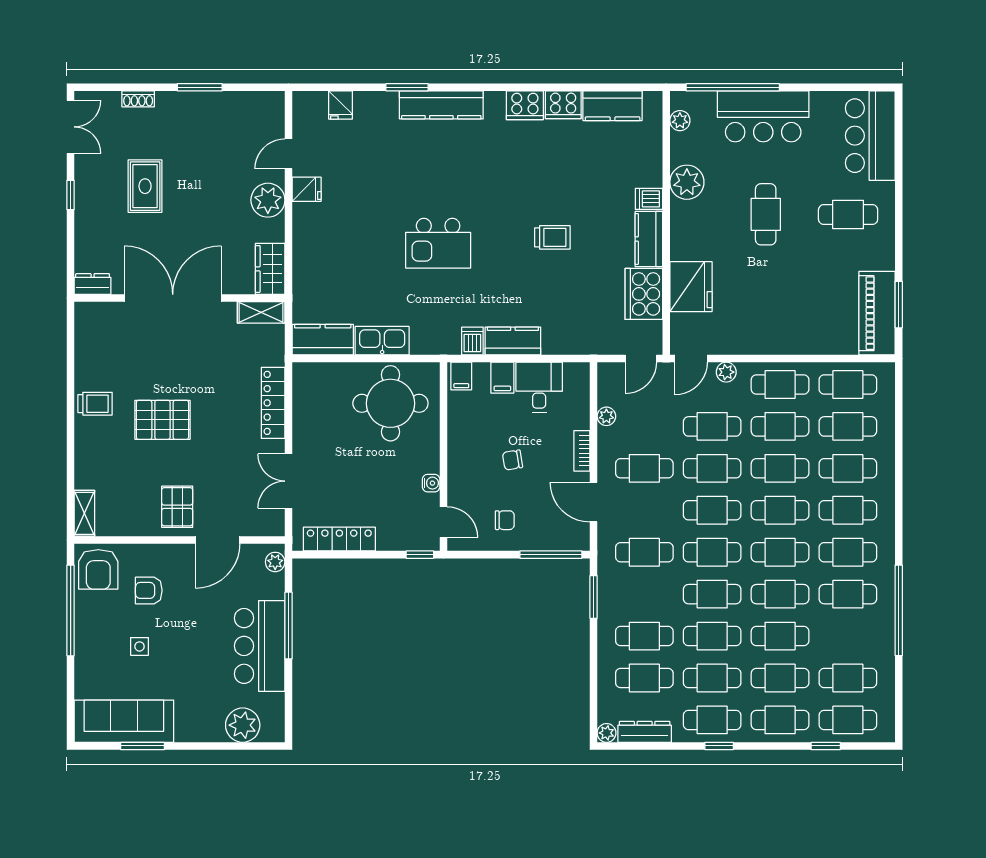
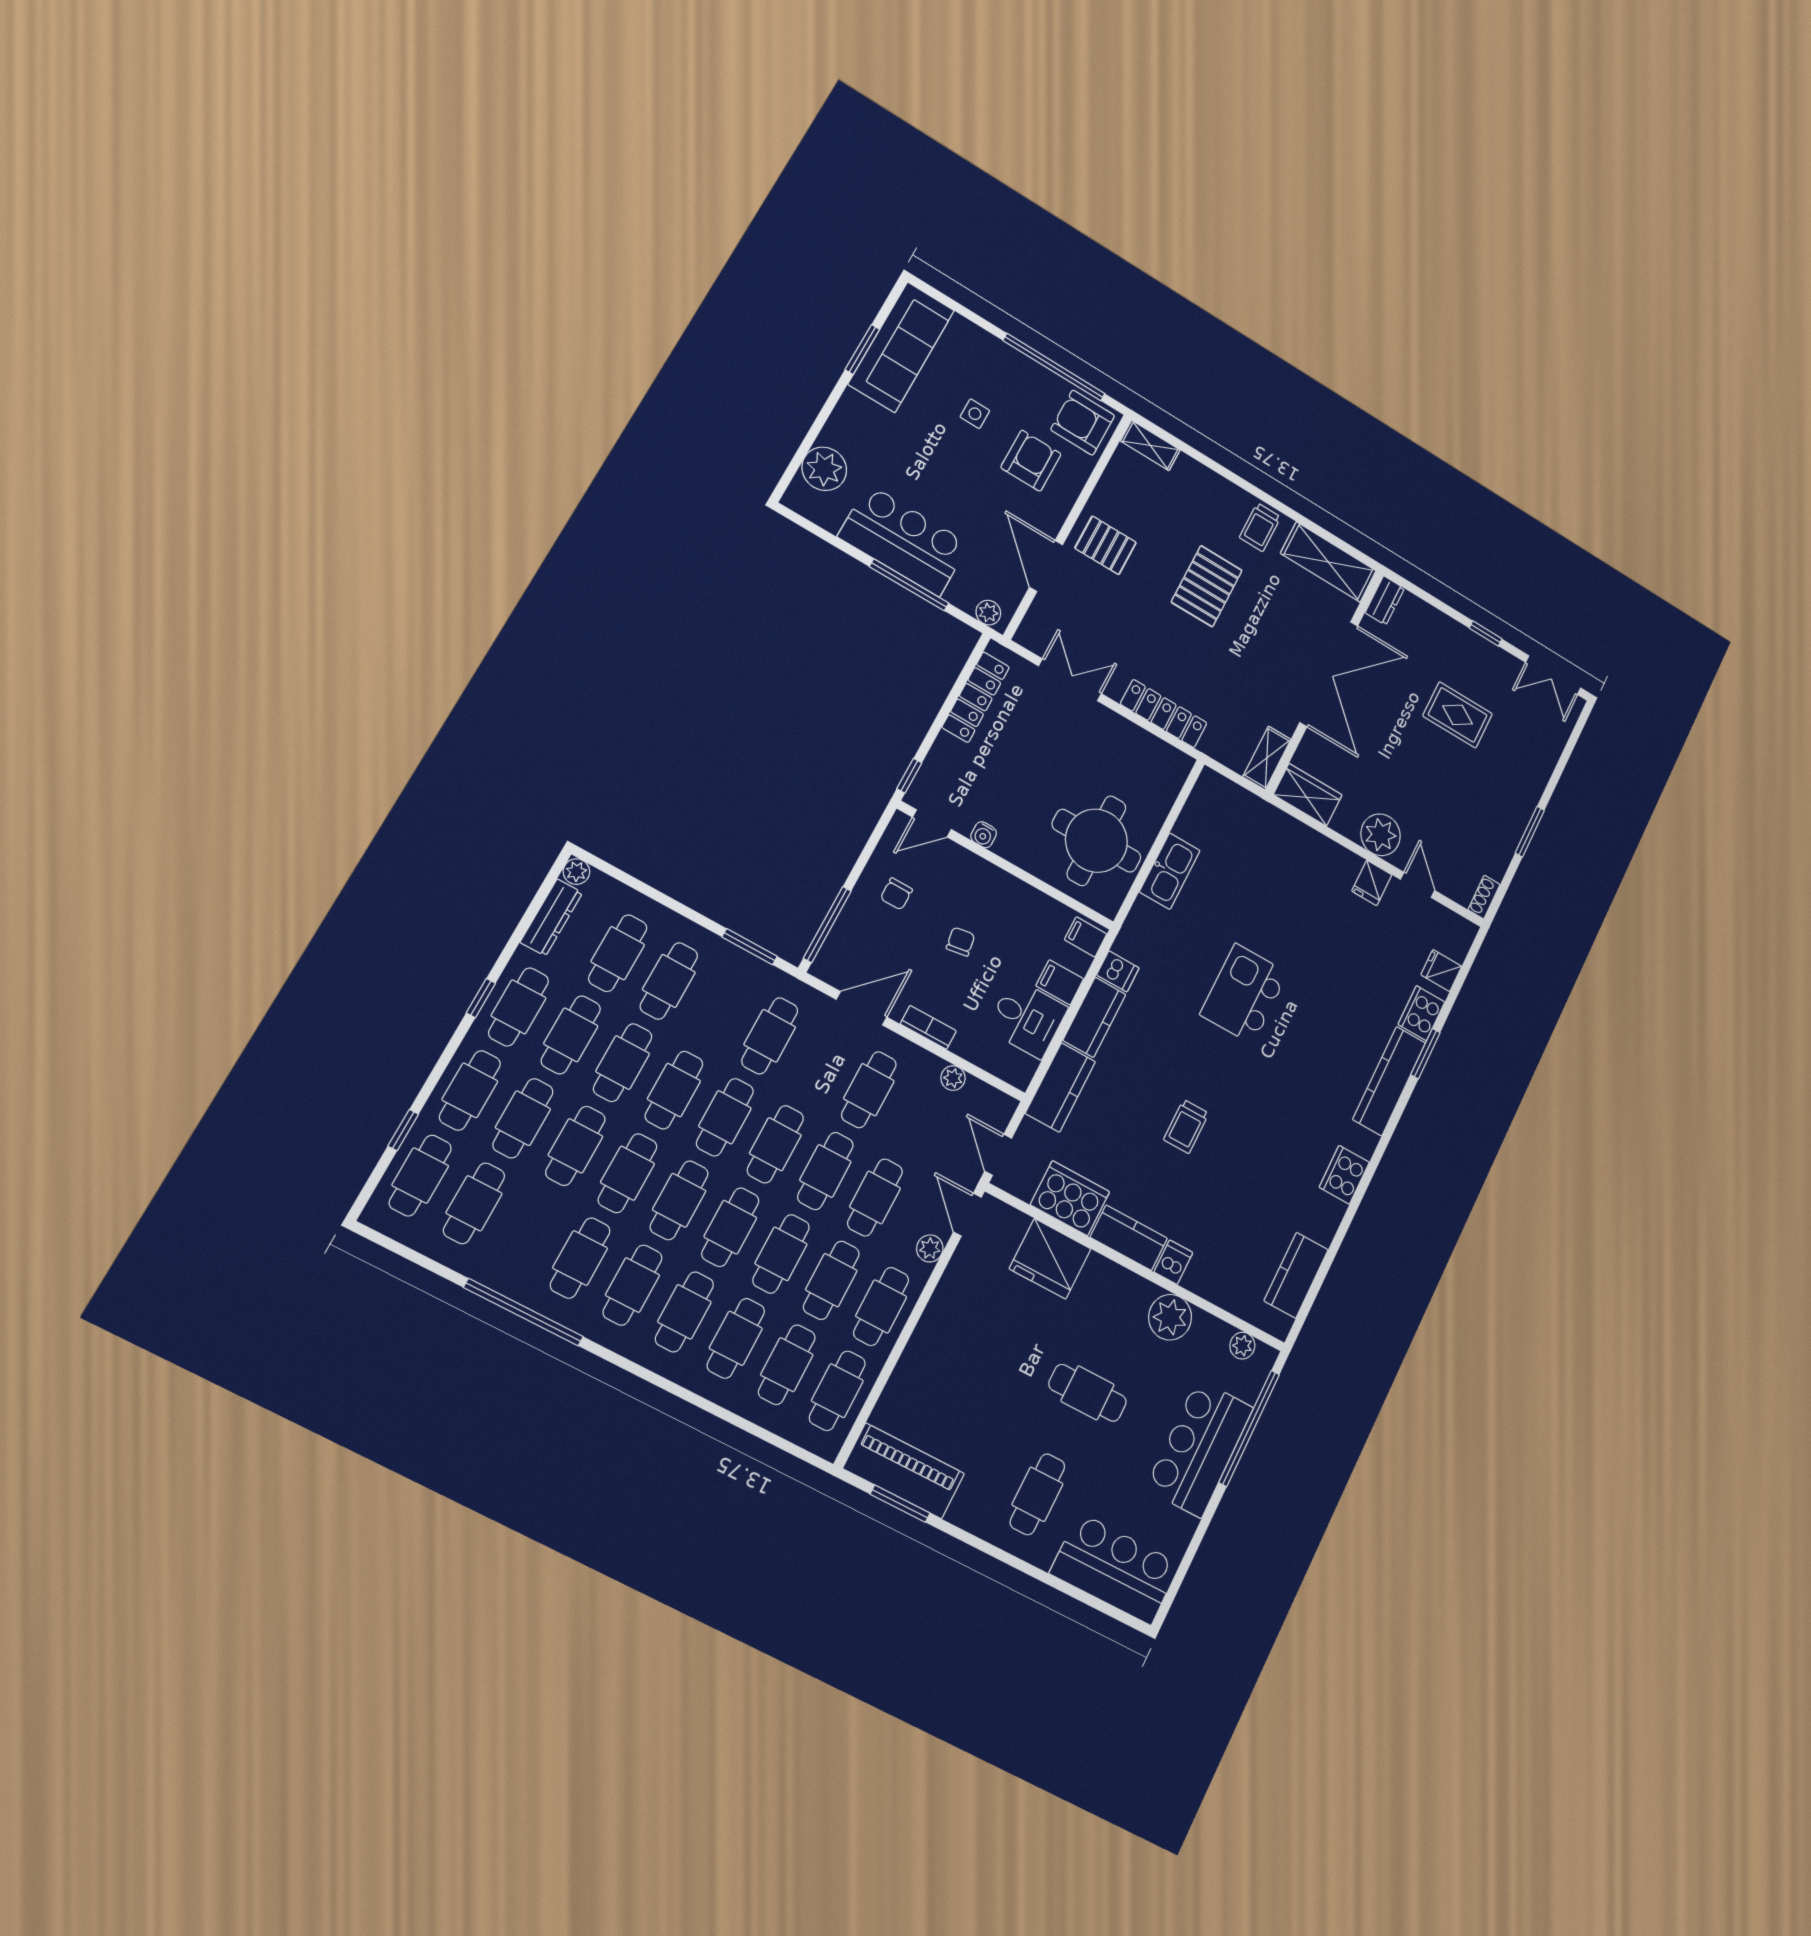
shoe rack: (138, 99) -> (1484, 897), moved
cooker: (563, 105) -> (1421, 1013), moved
shelving: (90, 340) -> (1328, 562), added
kitchen counter: (323, 340) -> (1060, 1087), moved
armchair: (149, 590) -> (1031, 461), width x1.38, depth x1.38

